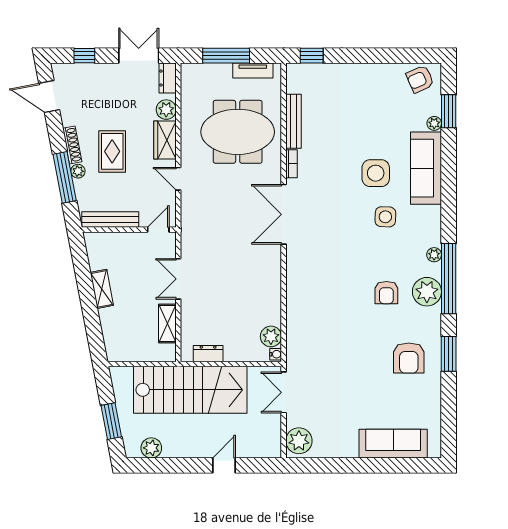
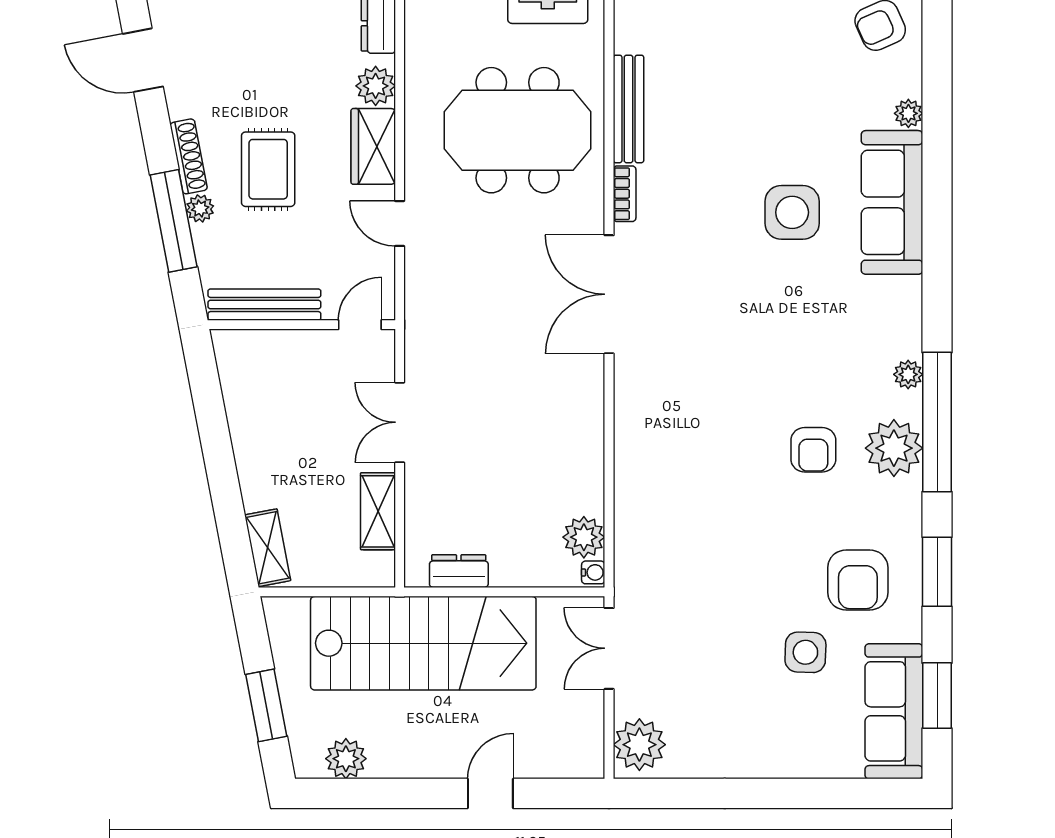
window: (449, 111) -> (937, 696), moved
side table: (385, 217) -> (805, 652), moved
shelving: (102, 289) -> (268, 548), moved
sofa: (393, 444) -> (894, 711), moved, turned -90

